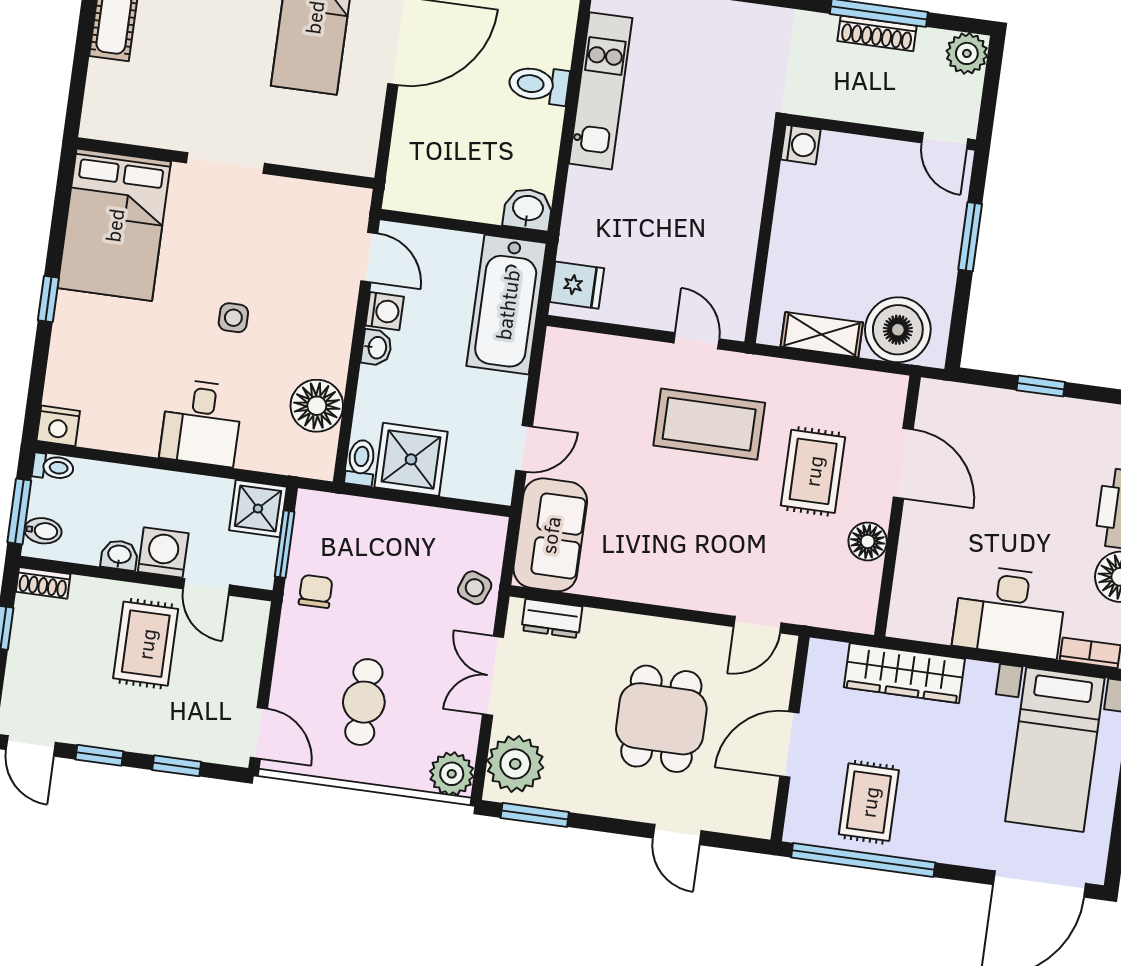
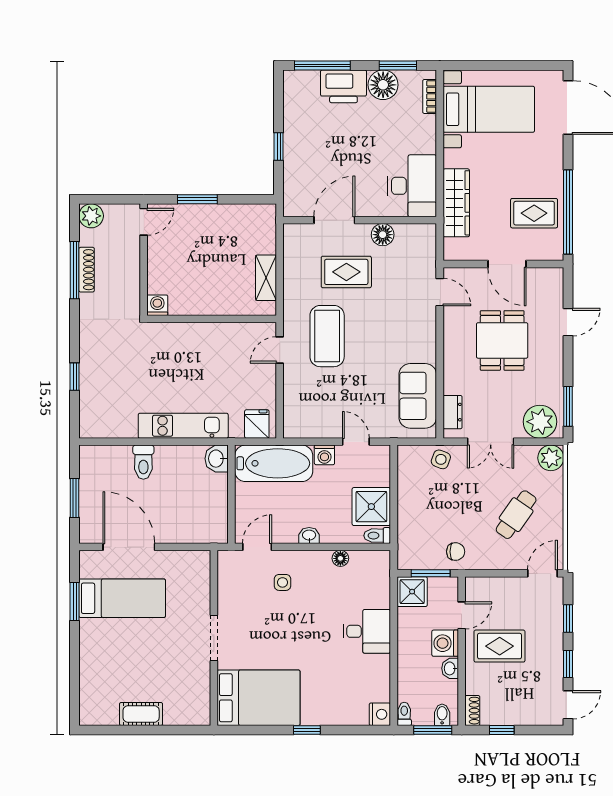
kitchen unit: (601, 91) -> (183, 426), moved
washing machine: (385, 311) -> (324, 455), moved, turned 180
side table: (233, 318) -> (283, 582), moved
boiler: (898, 330) -> (257, 234), removed
floor lamp: (317, 406) -> (340, 558), width x0.53, depth x0.53
sofa: (550, 535) -> (418, 396), moved, turned -90
chair: (316, 591) -> (456, 552), turned 180
desk: (1010, 612) -> (412, 186), moved
cafe table: (364, 702) -> (516, 515), turned -55
dining table: (661, 719) -> (502, 340), turned 90

